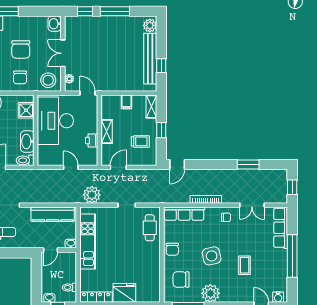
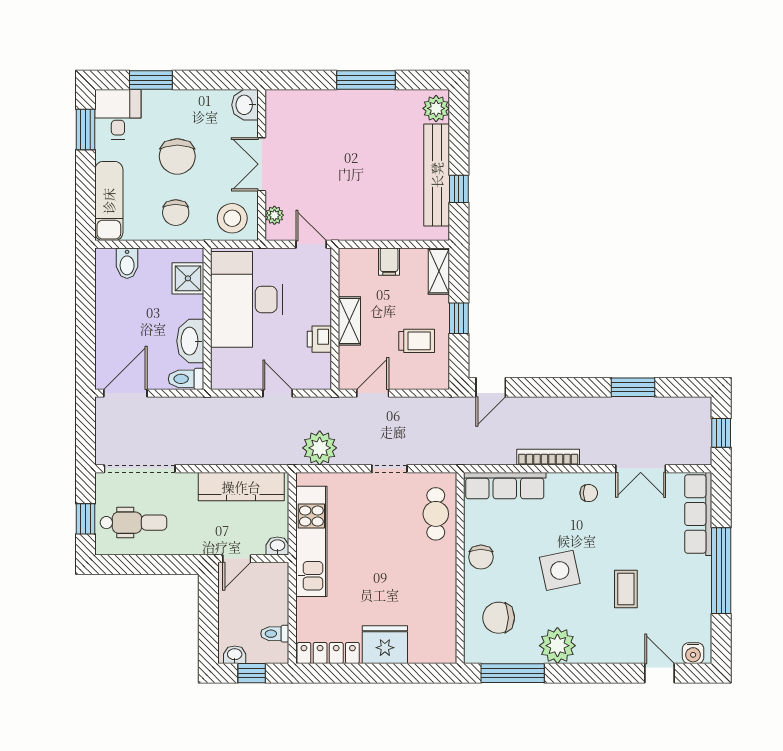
window: (85, 11) -> (306, 80), removed

